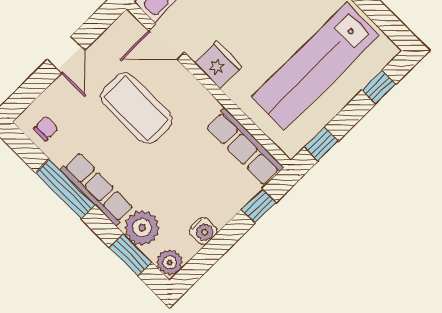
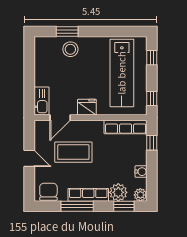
chair: (46, 128) -> (48, 192), width x1.87, depth x1.87

